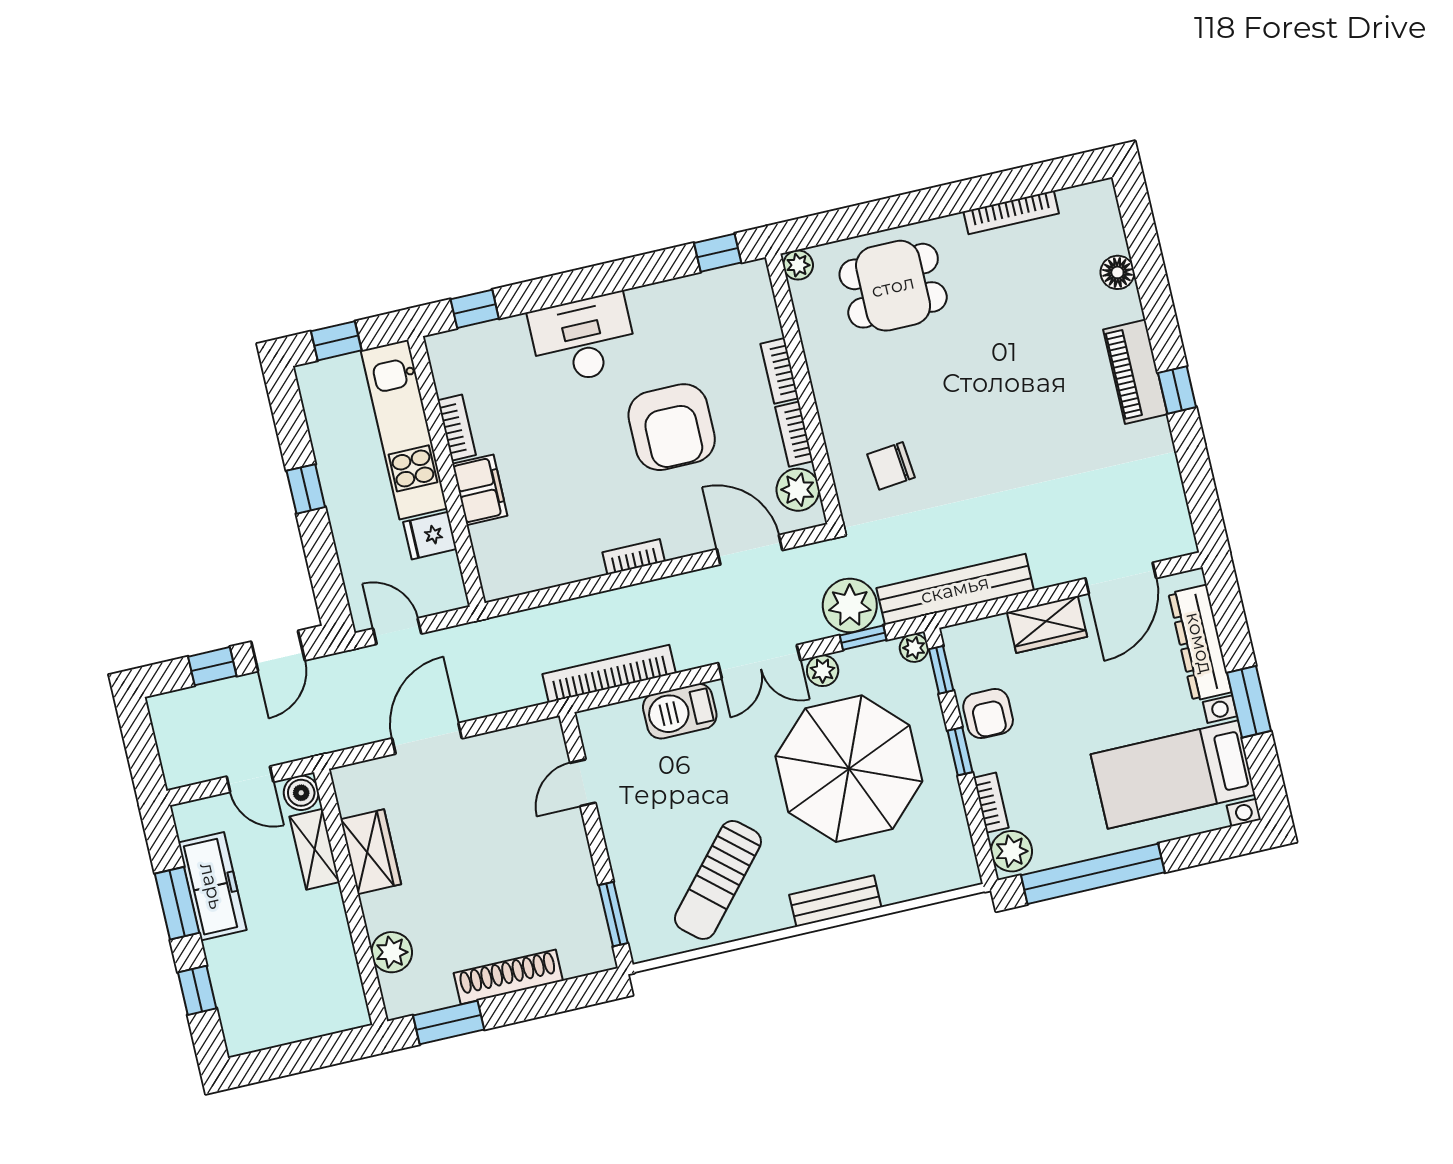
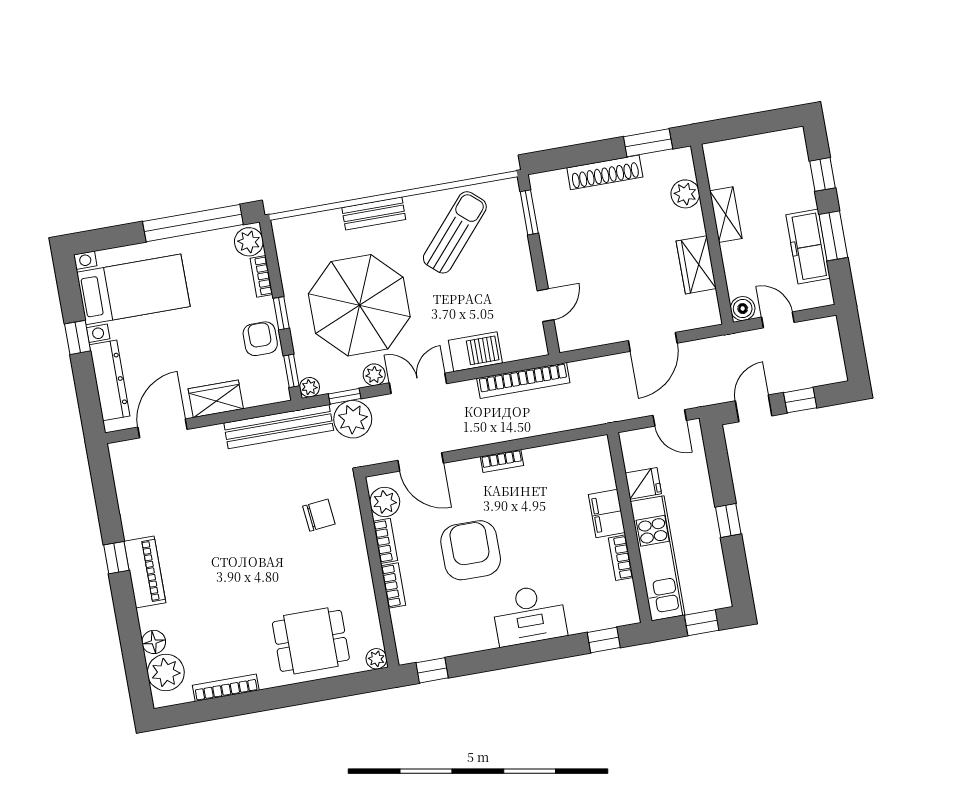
plant: (1098, 230) -> (166, 672), added
window: (1249, 702) -> (78, 337), width x0.67
shelving: (315, 849) -> (726, 215), moved

